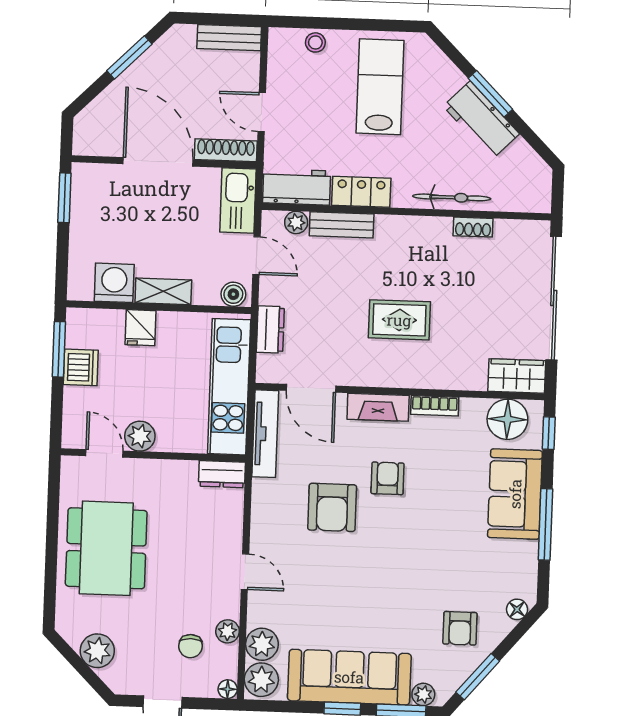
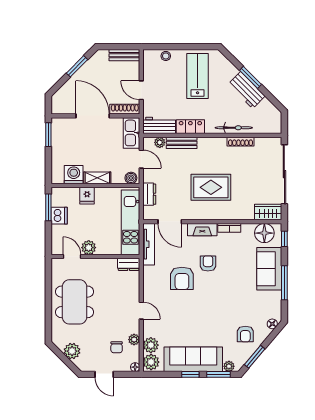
shoe rack: (473, 227) -> (241, 142), width x1.43
rug: (399, 320) -> (211, 187), width x1.36, depth x1.43

